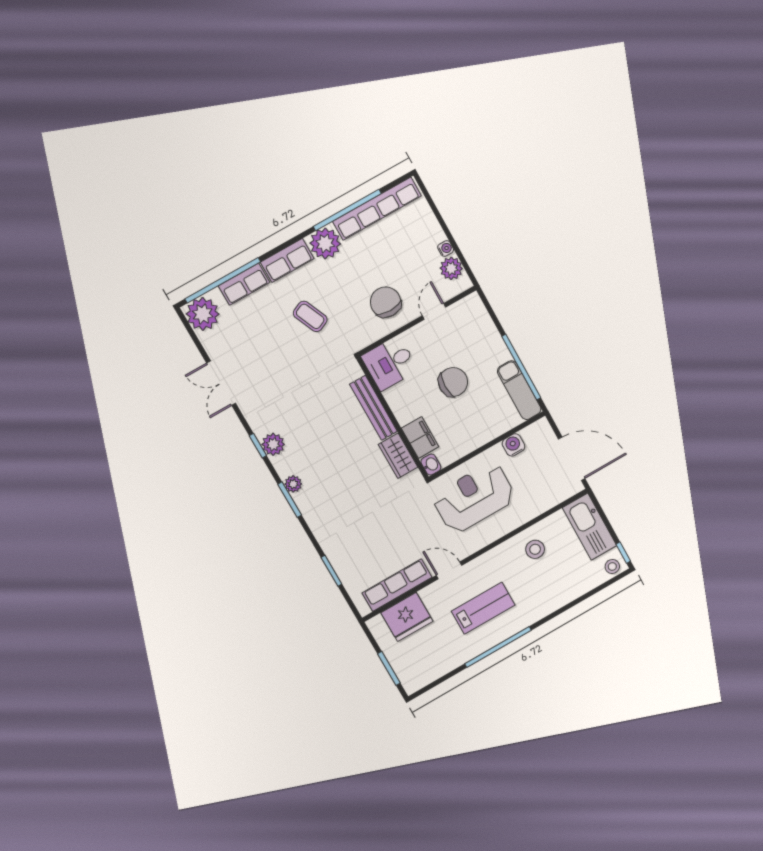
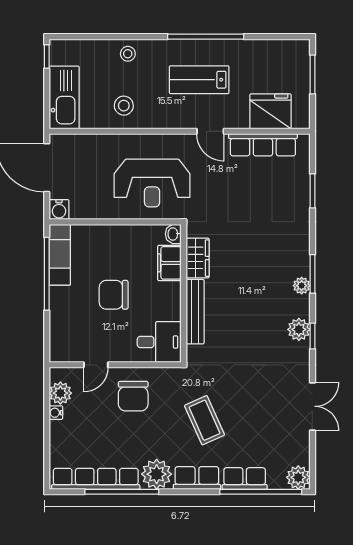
plant: (203, 314) -> (298, 477), width x0.73, depth x0.73
coffee table: (310, 316) -> (205, 420), width x1.36, depth x1.30
water cooler: (513, 445) -> (59, 210), moved
stool: (612, 566) -> (128, 54), moved

